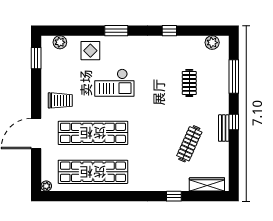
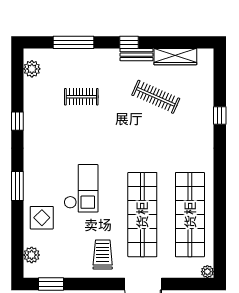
wardrobe: (207, 184) -> (175, 57), moved, turned -90

